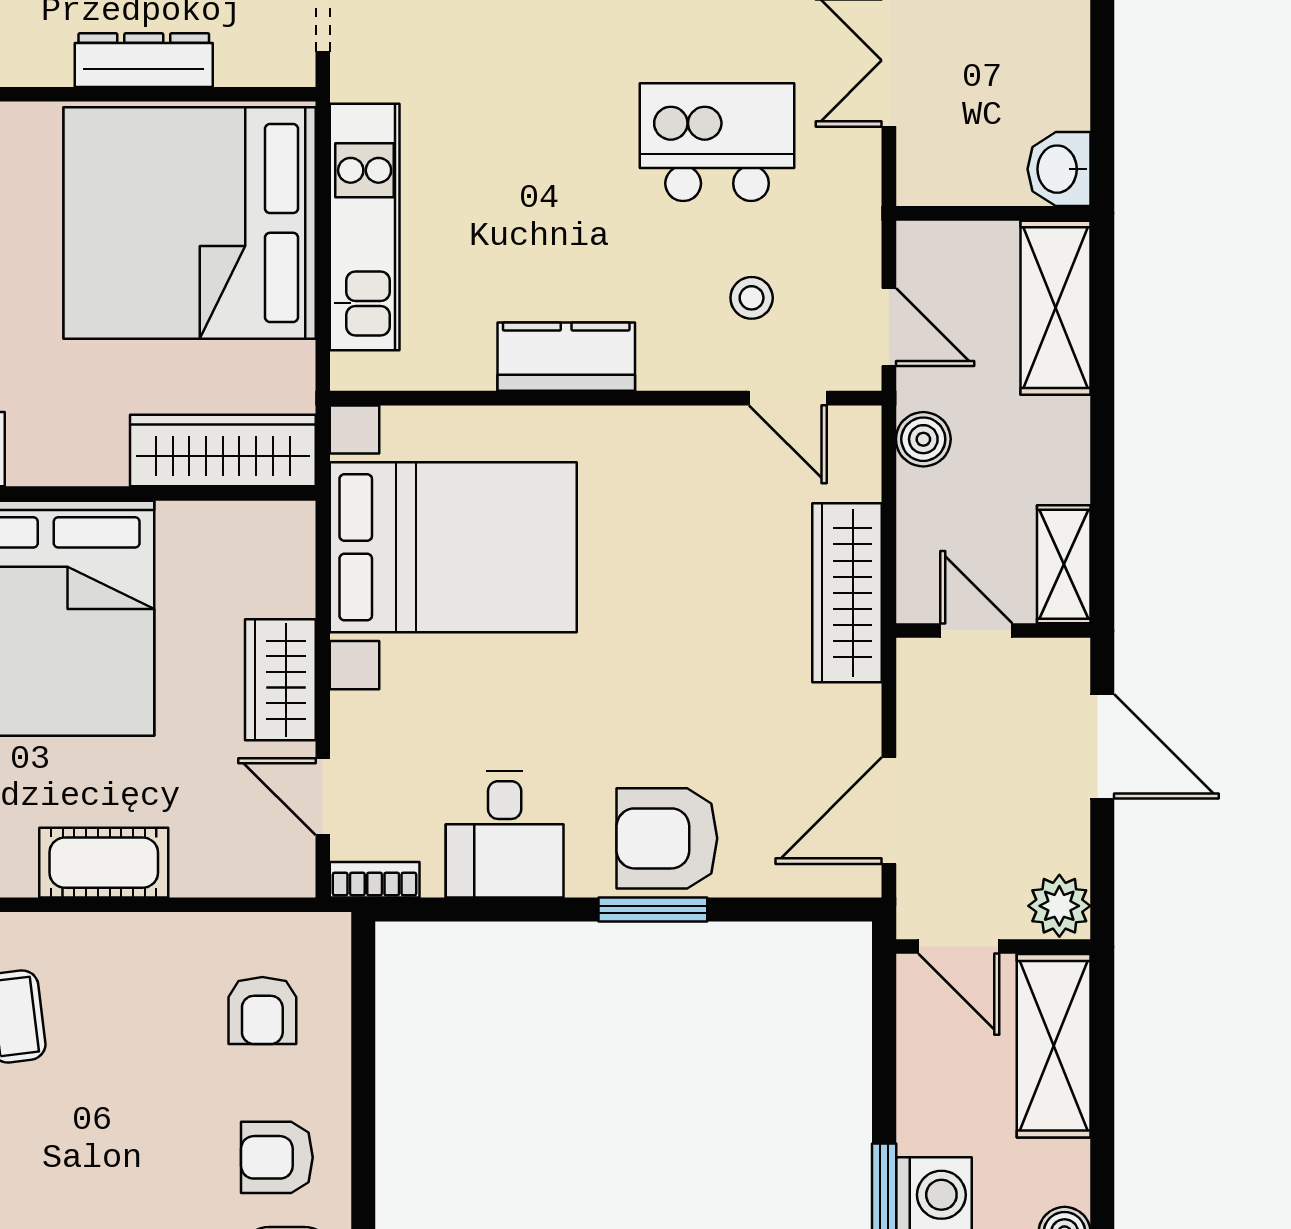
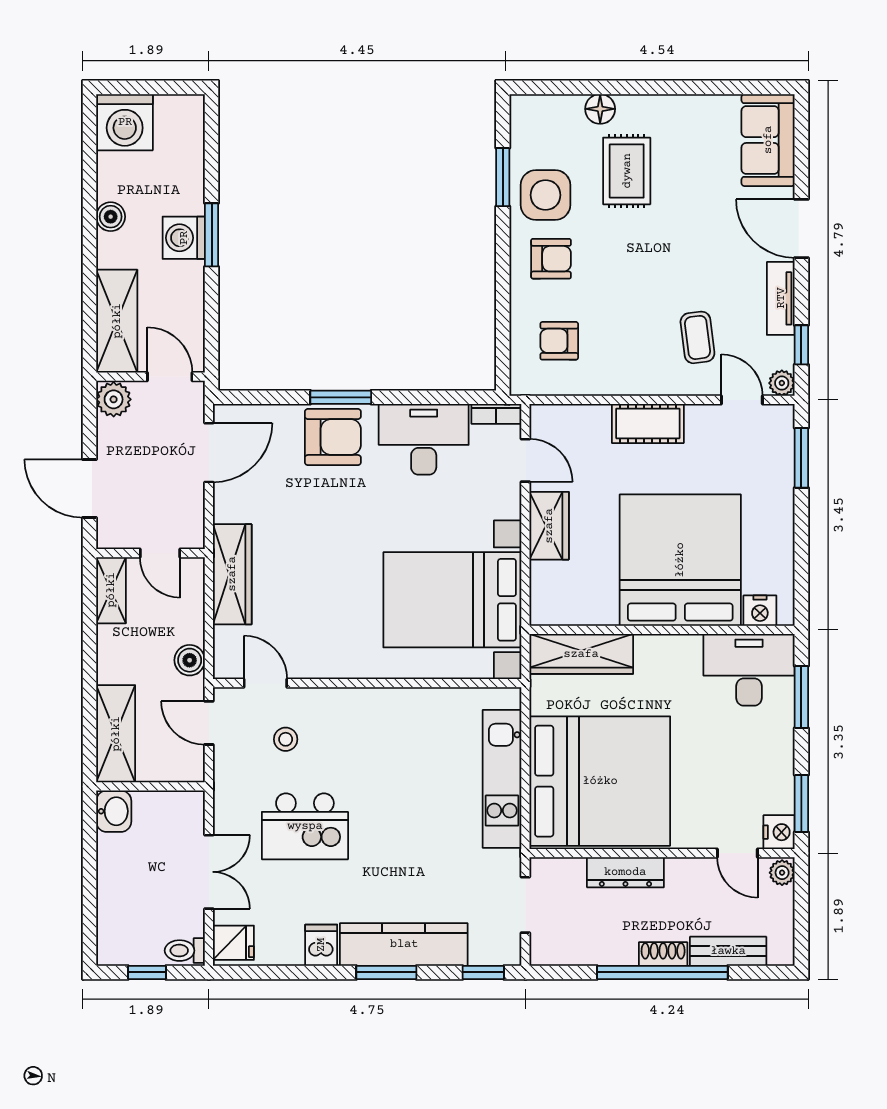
kitchen counter: (566, 357) -> (389, 706), removed
desk: (505, 834) -> (424, 439), width x1.37
armchair: (262, 1010) -> (559, 341), turned -90

